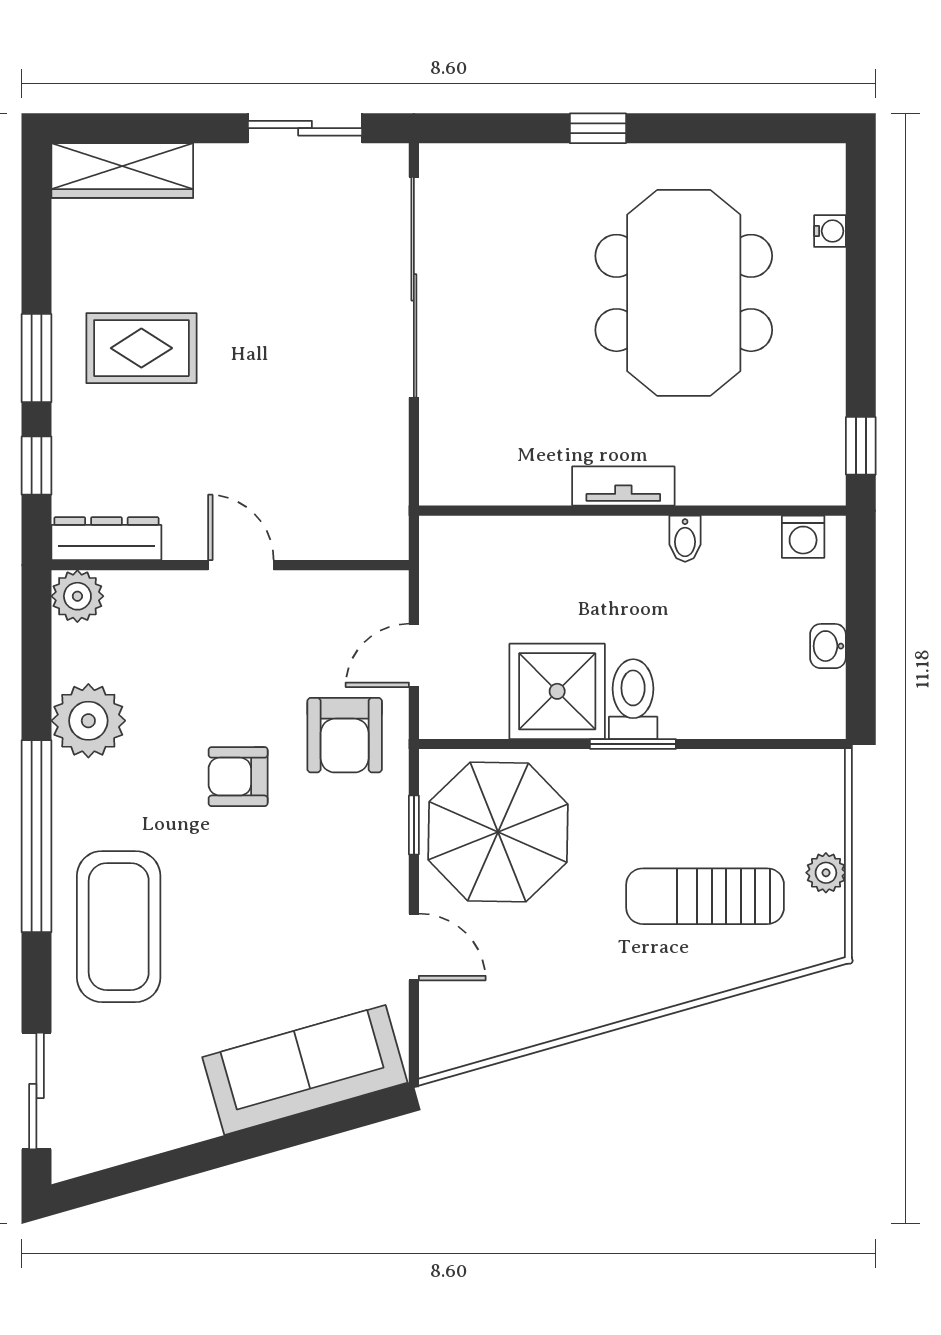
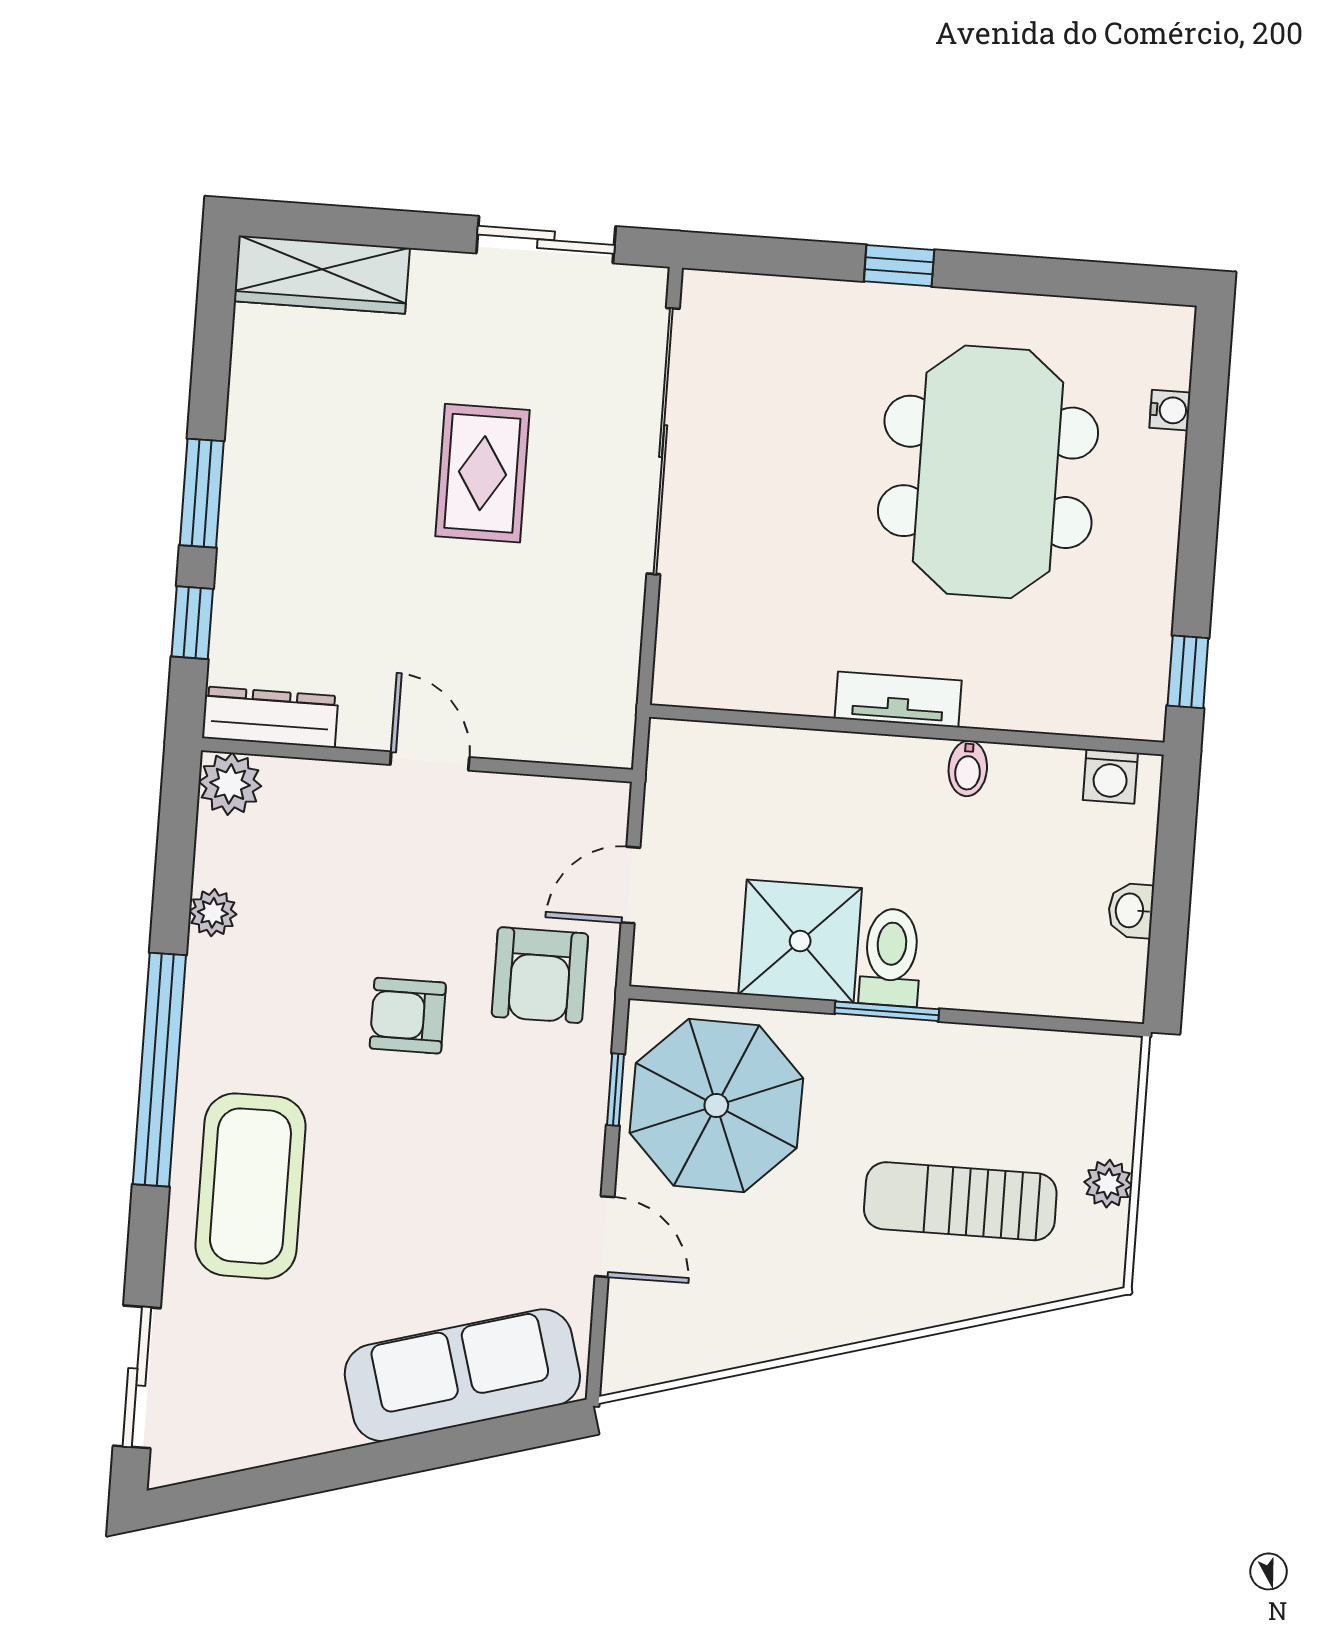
rug: (141, 348) -> (482, 473), moved, turned 90
plant: (88, 721) -> (213, 913), width x0.53, depth x0.53

